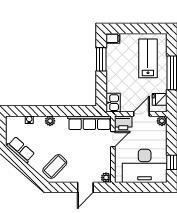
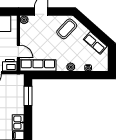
window: (101, 59) -> (28, 96), moved
kitchen sink: (113, 103) -> (18, 122), moved
door: (113, 139) -> (18, 52), swing flipped

